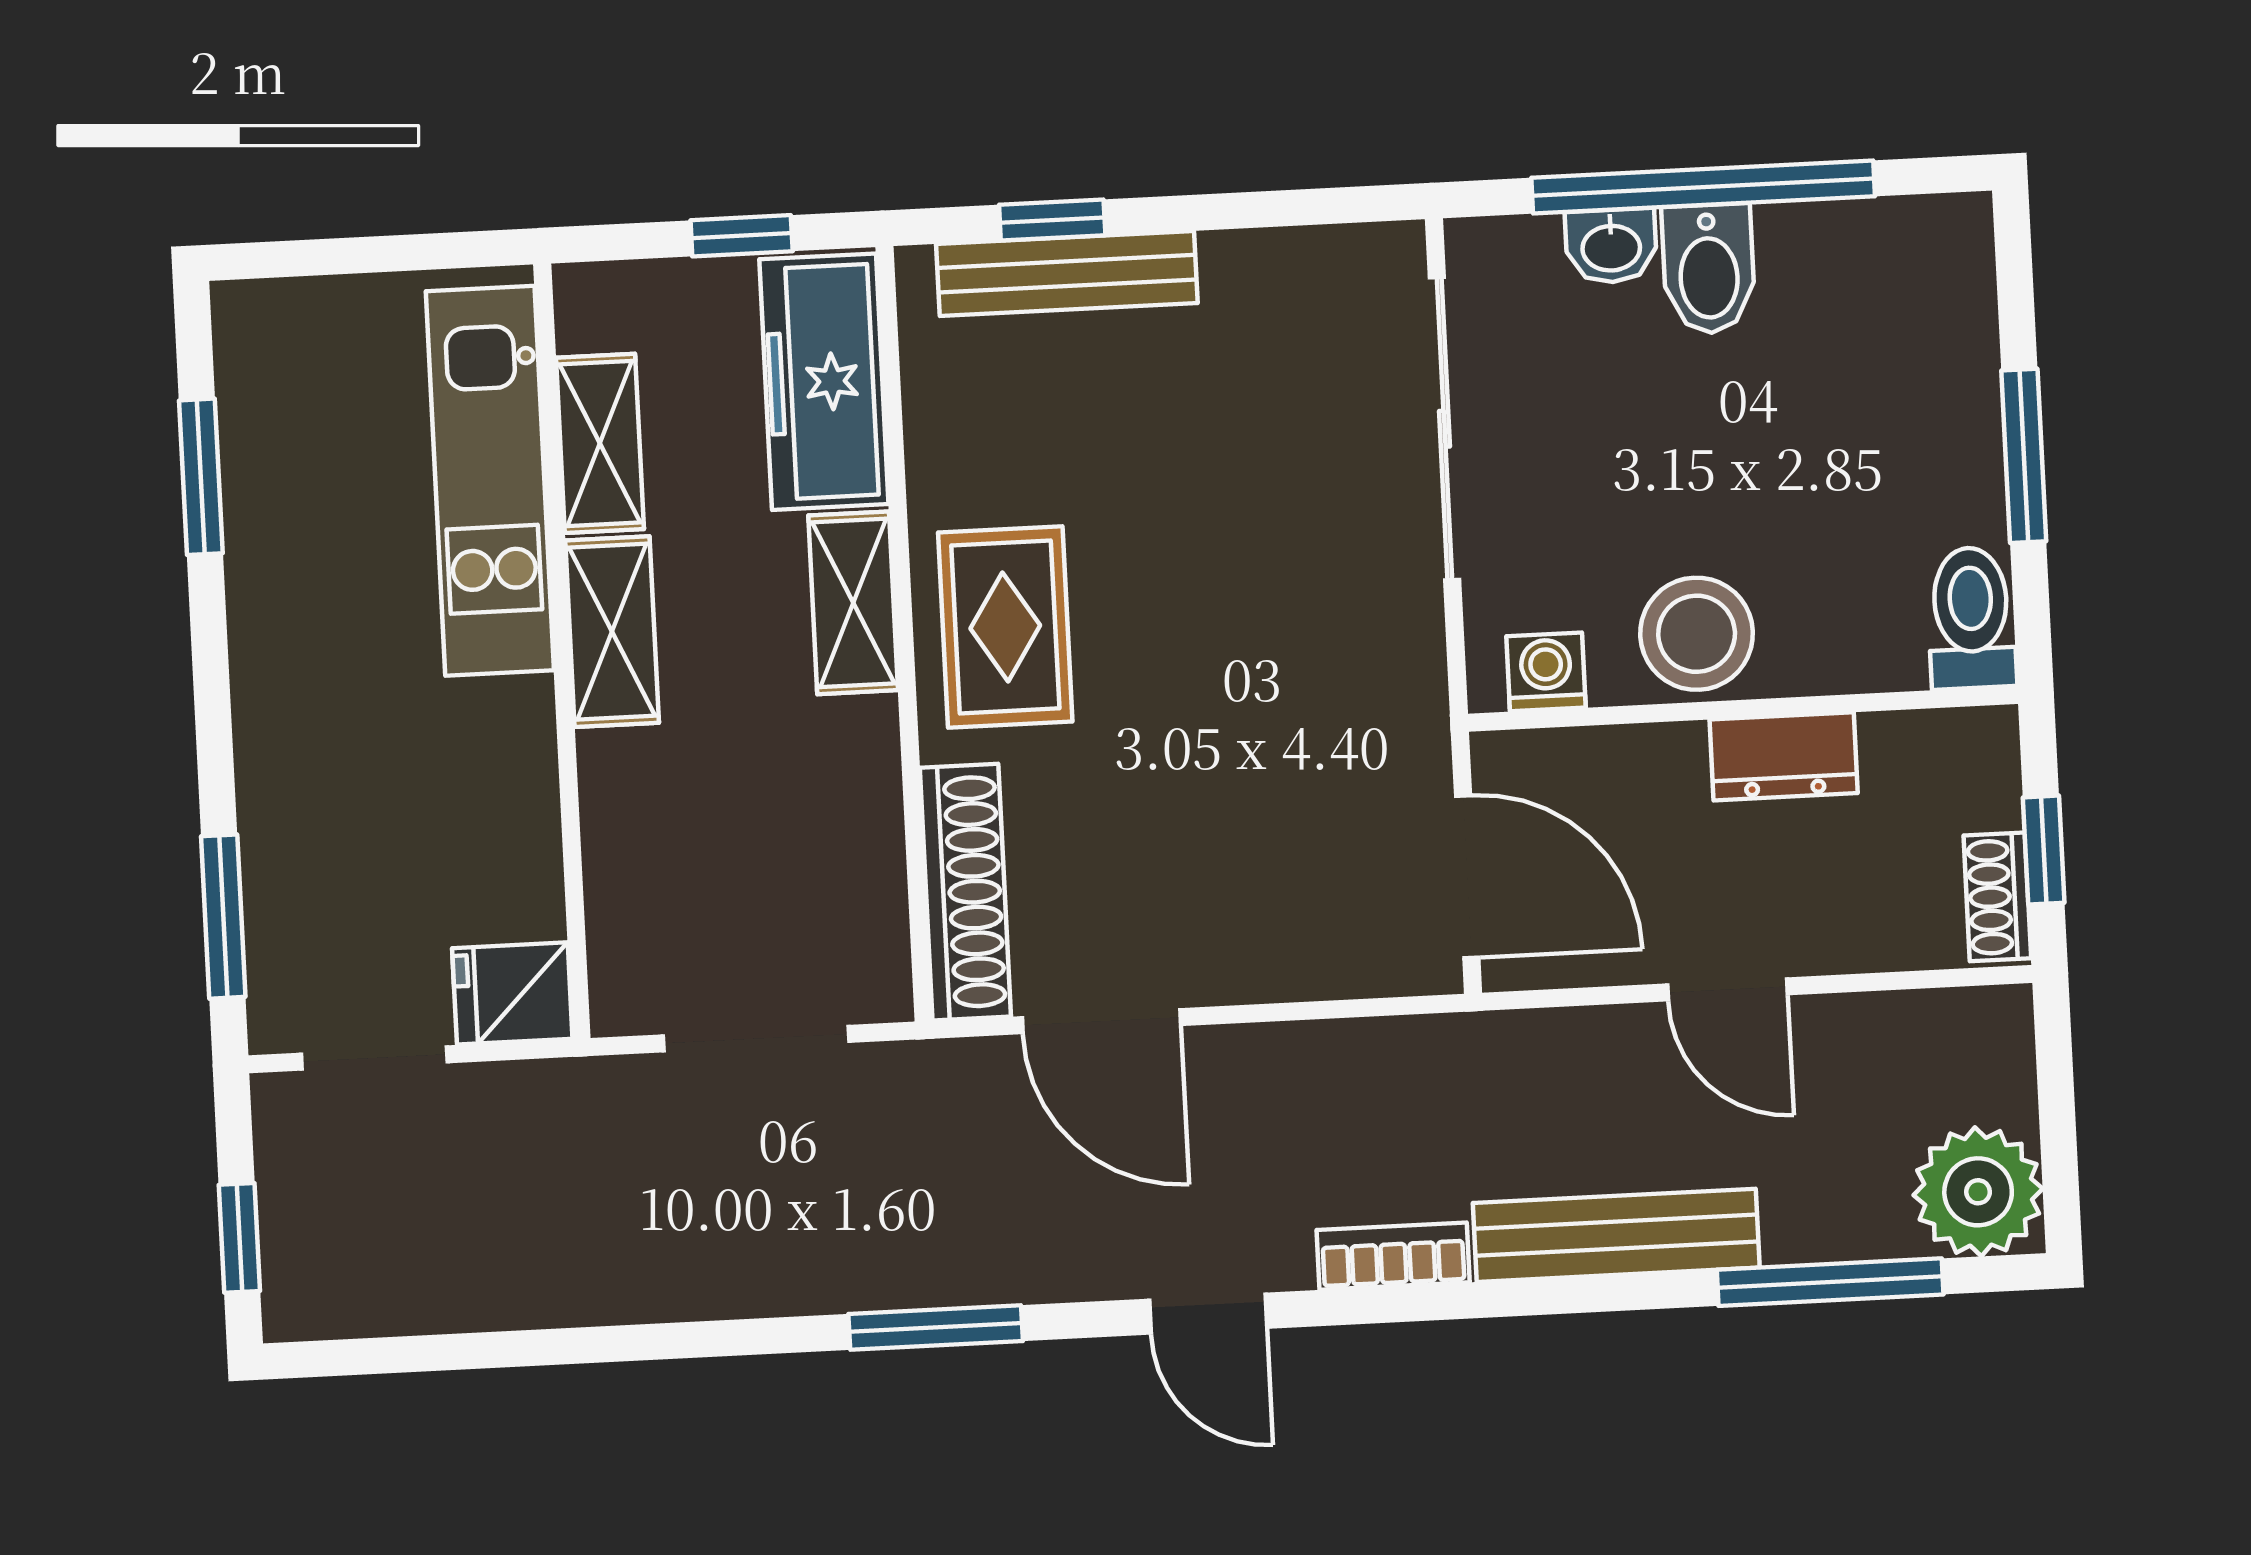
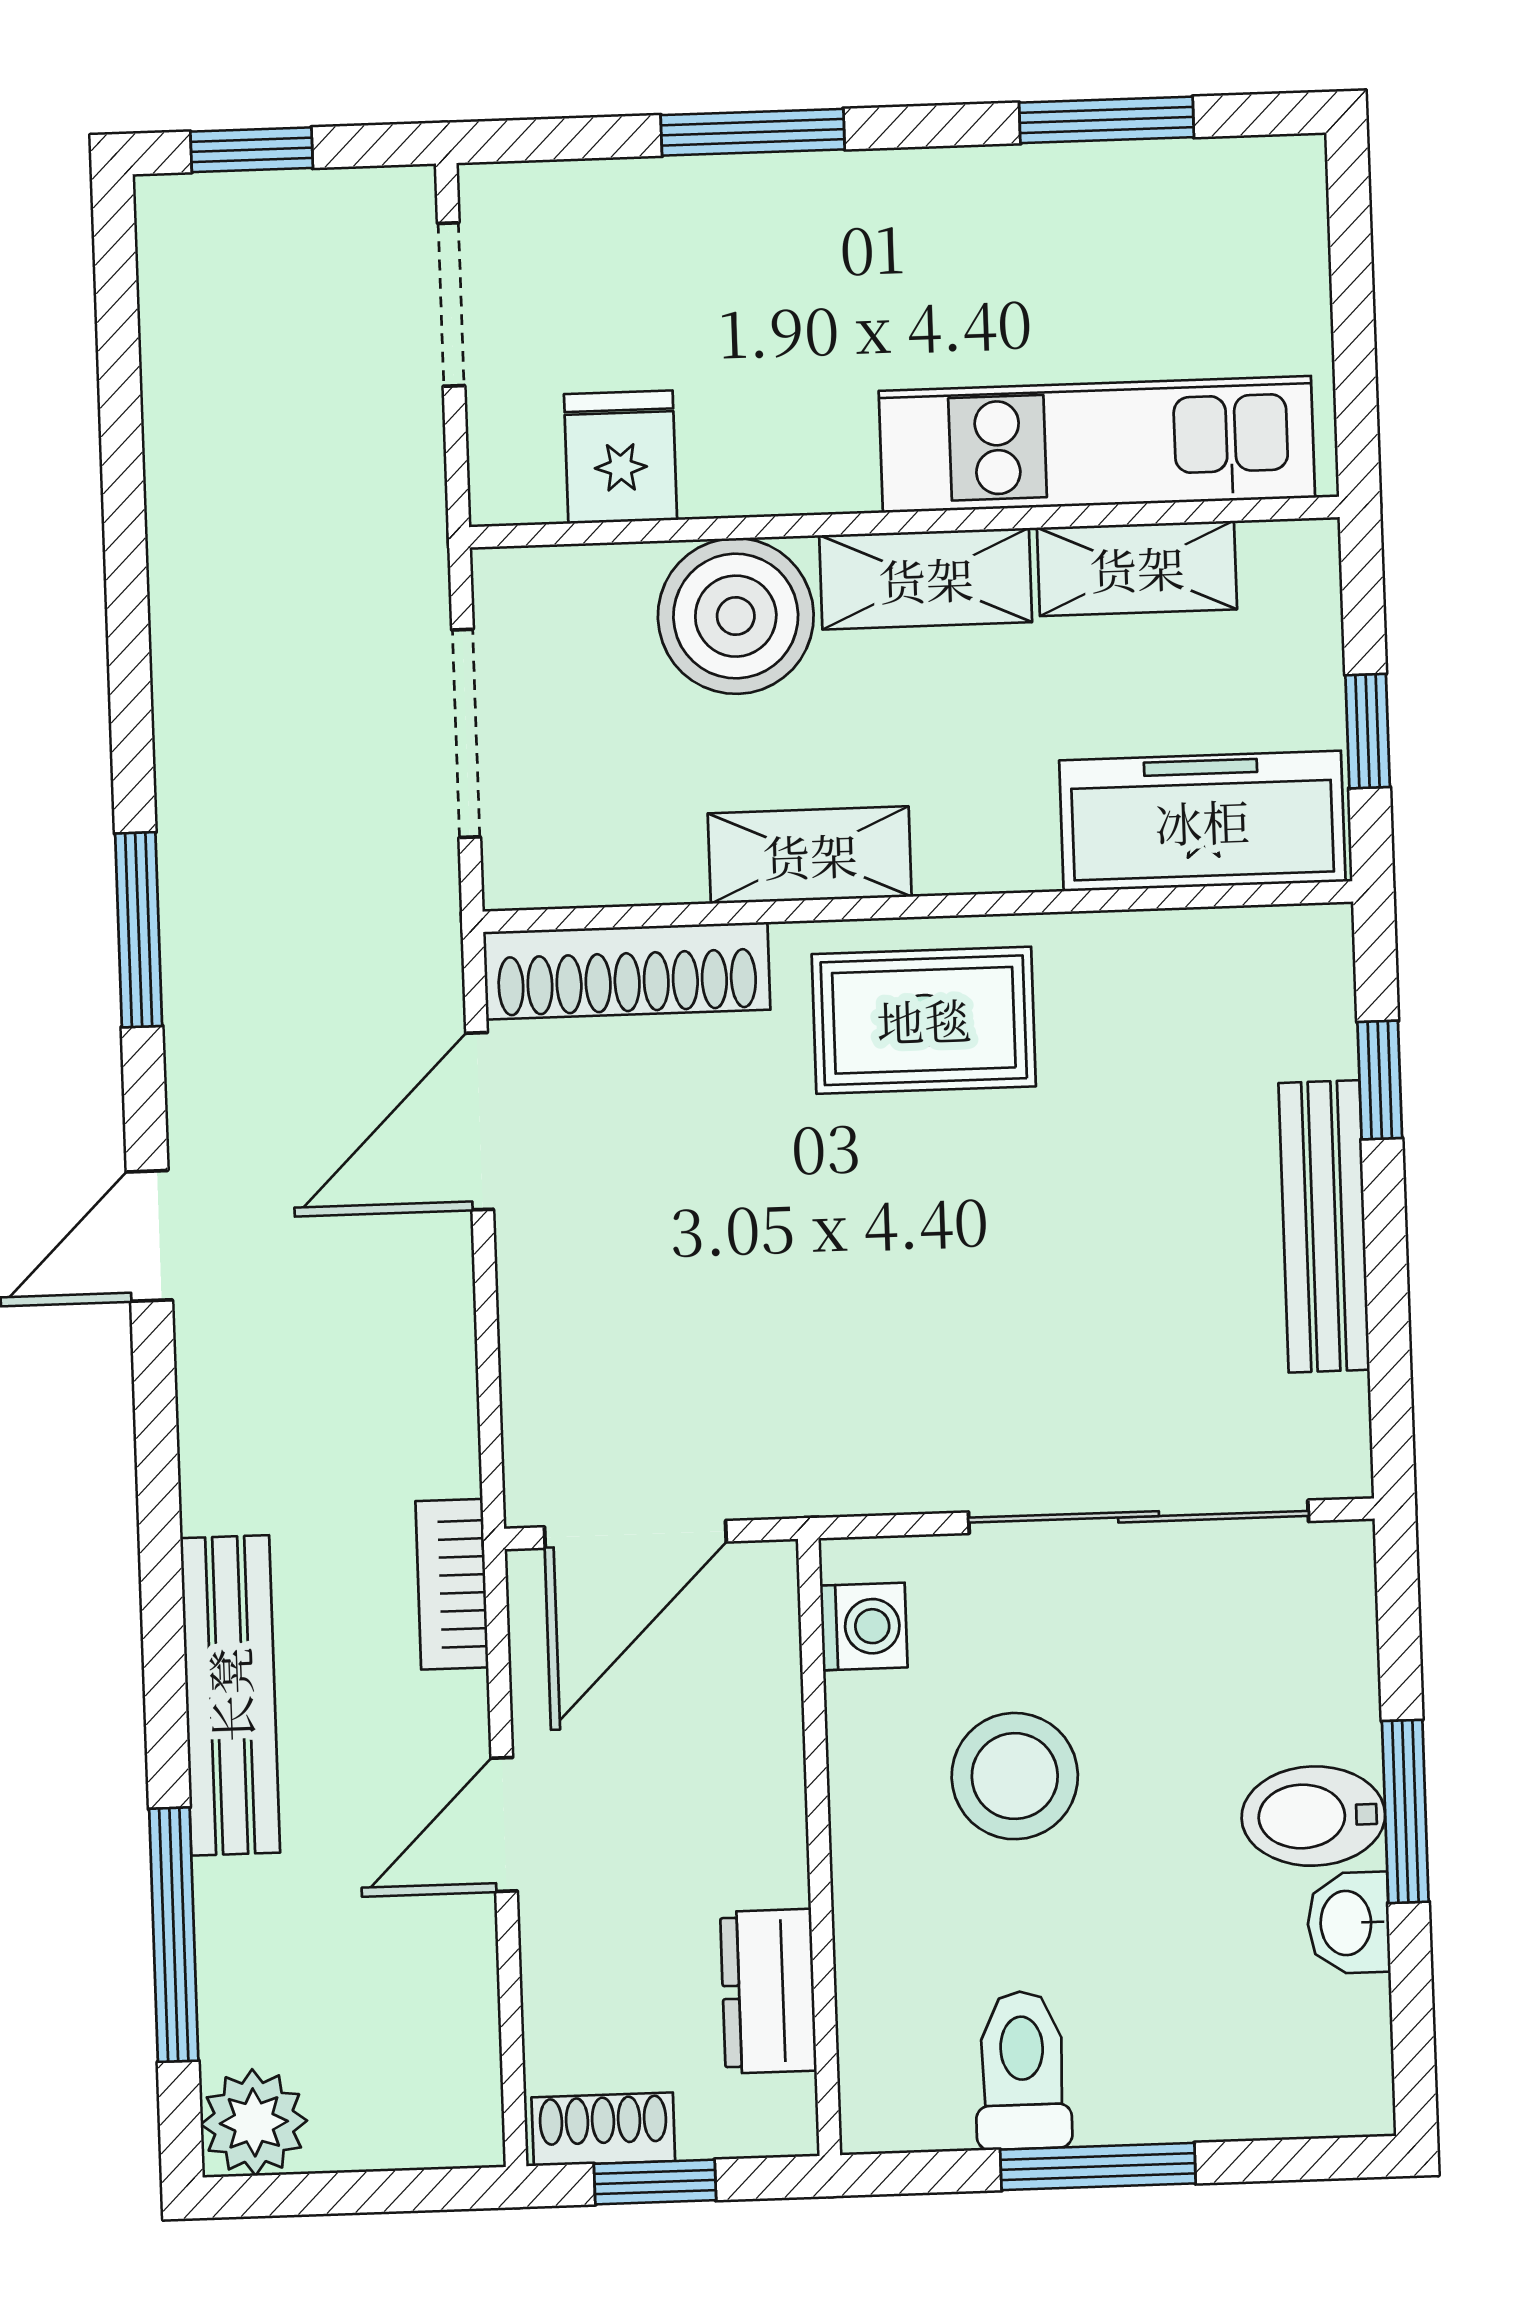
window: (1703, 187) -> (1405, 1811), width x0.47
washbasin: (1611, 246) -> (1348, 1923), moved
bench: (1067, 274) -> (1324, 1226), moved
shelving: (853, 603) -> (810, 855), moved
toilet: (1971, 618) -> (1022, 2070), moved, turned -90
stool: (1697, 634) -> (1015, 1776), moved
dresser: (1784, 756) -> (768, 1991), moved
boiler: (648, 800) -> (736, 616), added
window: (223, 917) -> (753, 132), moved
fridge: (512, 993) -> (621, 457), moved
plant: (1978, 1192) -> (254, 2122), width x0.73, depth x0.73
bookcase: (1393, 1256) -> (452, 1584), moved, turned 180

